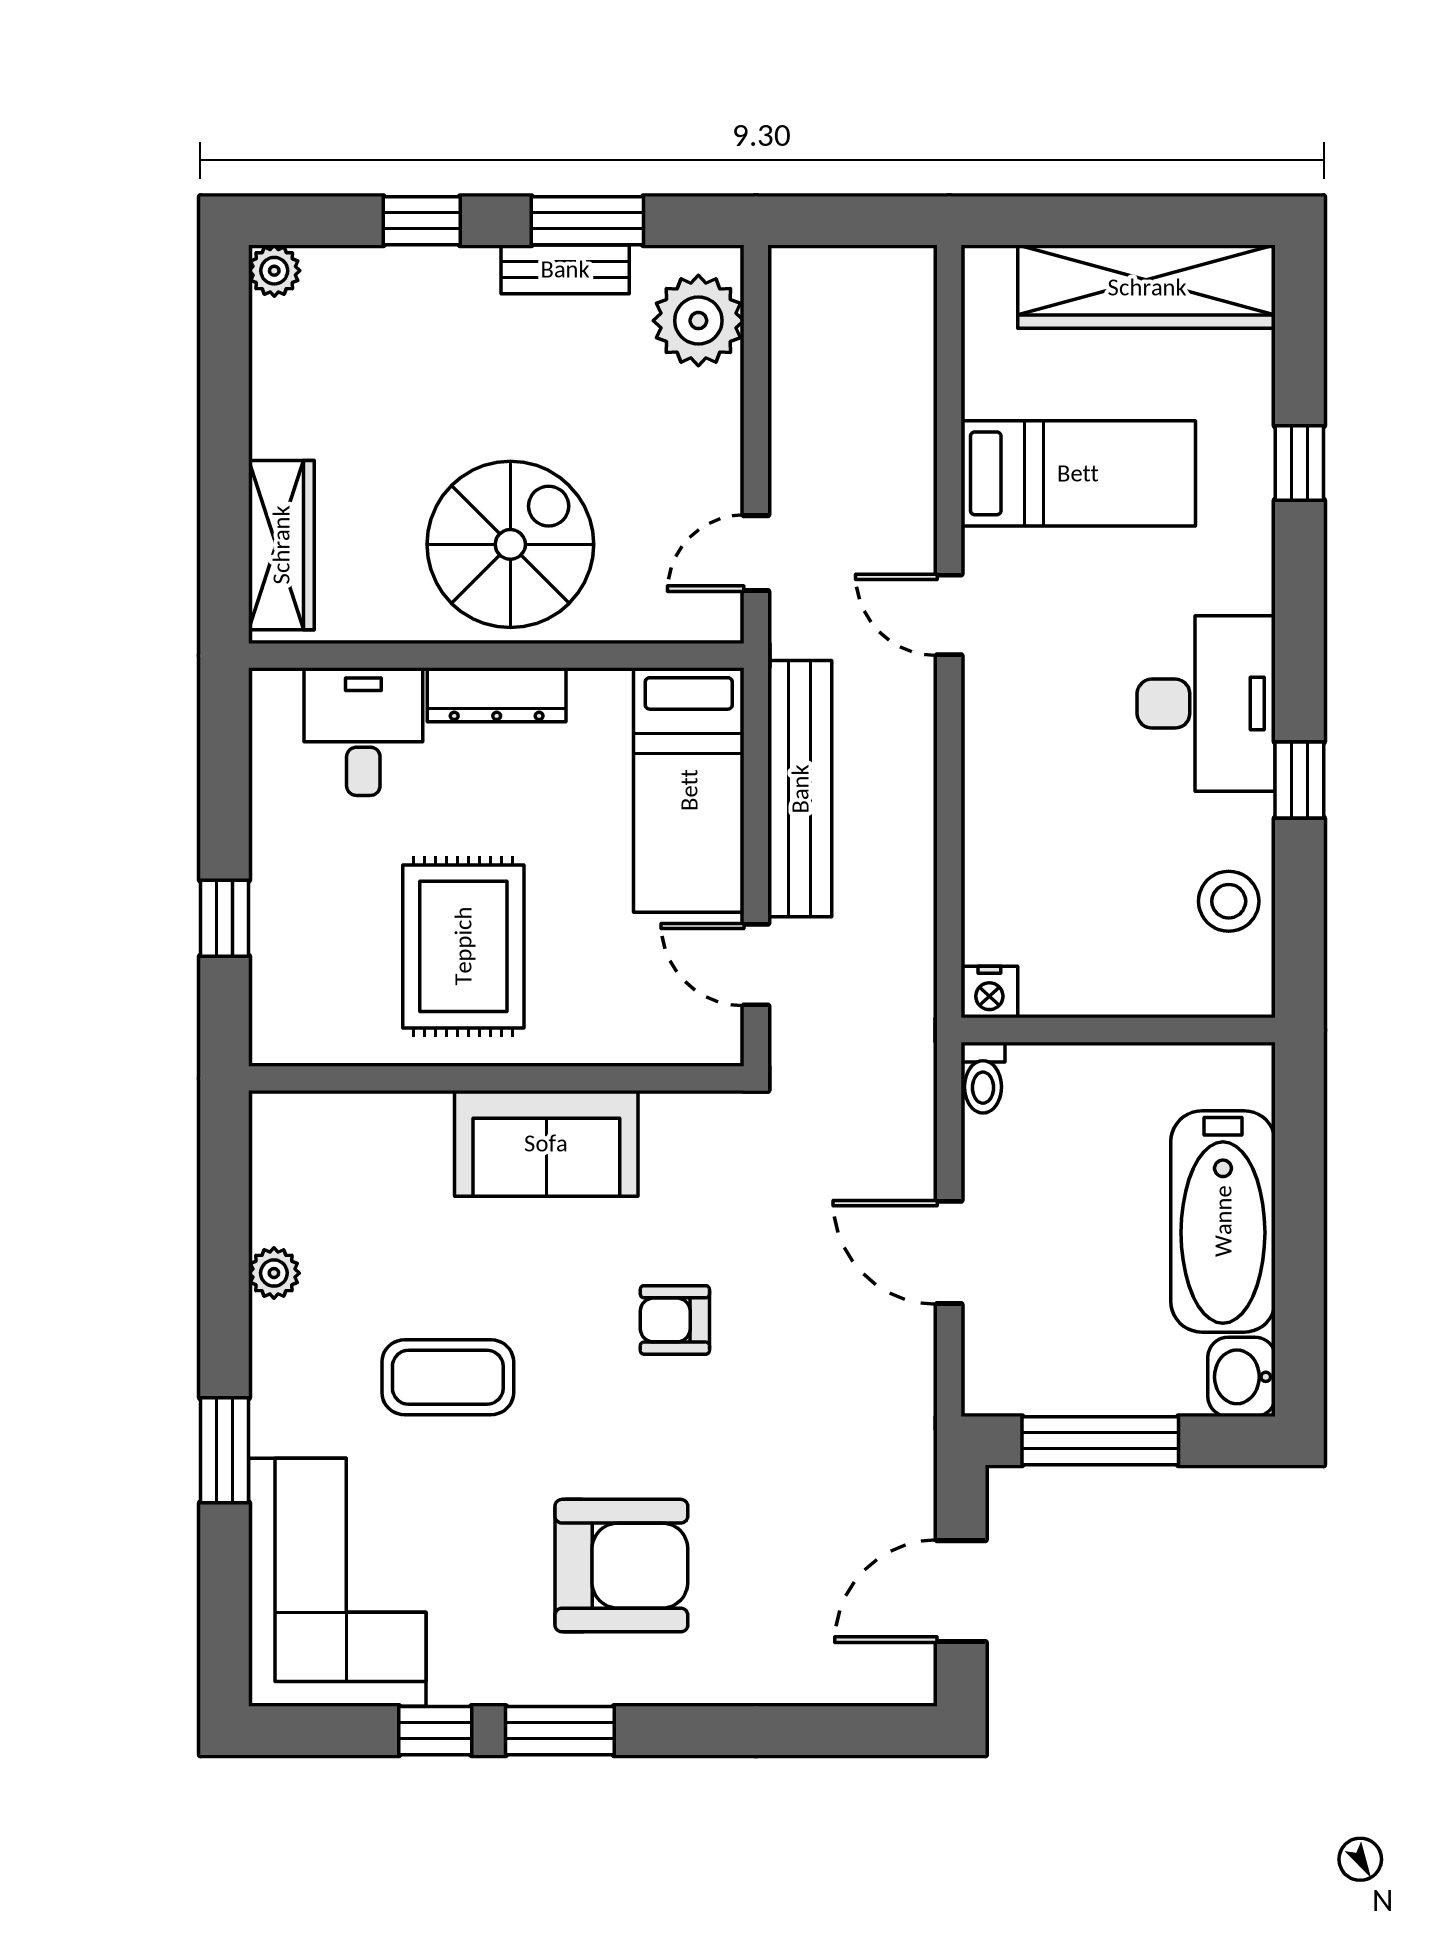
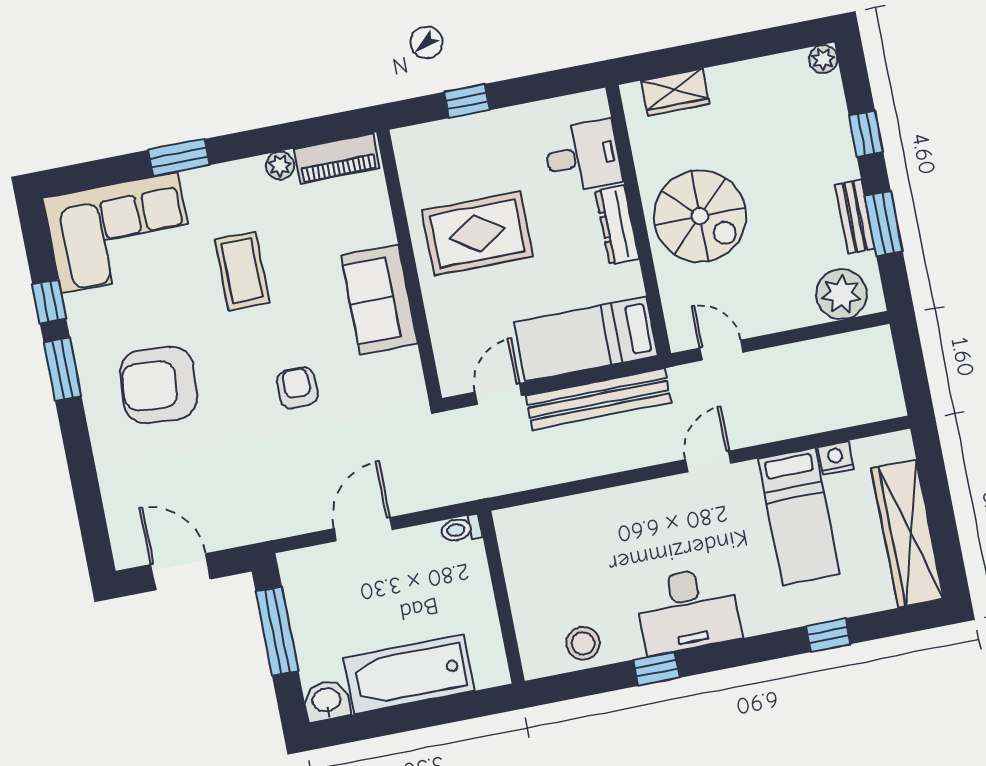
wardrobe: (281, 545) -> (675, 92), width x0.67
nightstand: (989, 992) -> (836, 458), moved, turned 90
piano: (281, 1170) -> (337, 158), added
armchair: (621, 1566) -> (158, 385), turned 95

